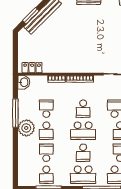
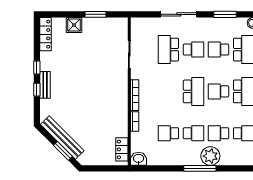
school desk: (83, 109) -> (168, 91), removed
window: (15, 113) -> (200, 168), moved
plant: (26, 128) -> (210, 156), moved
school desk: (83, 153) -> (219, 91), turned 180

